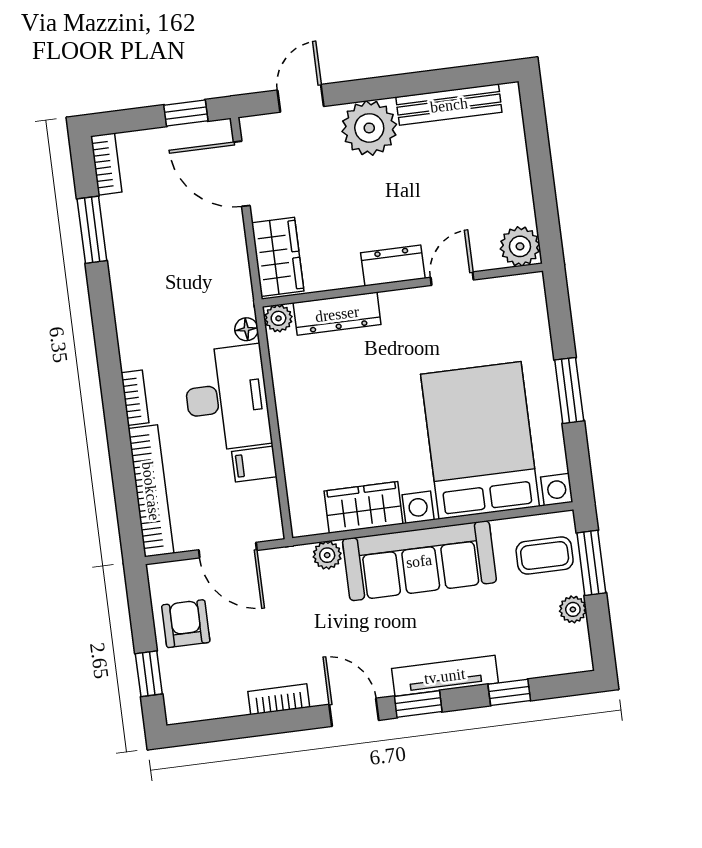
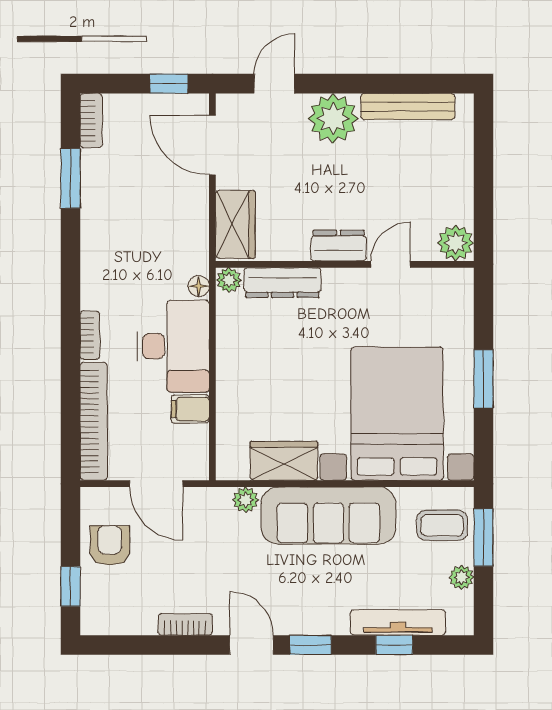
tv unit: (445, 676) -> (398, 622), moved

